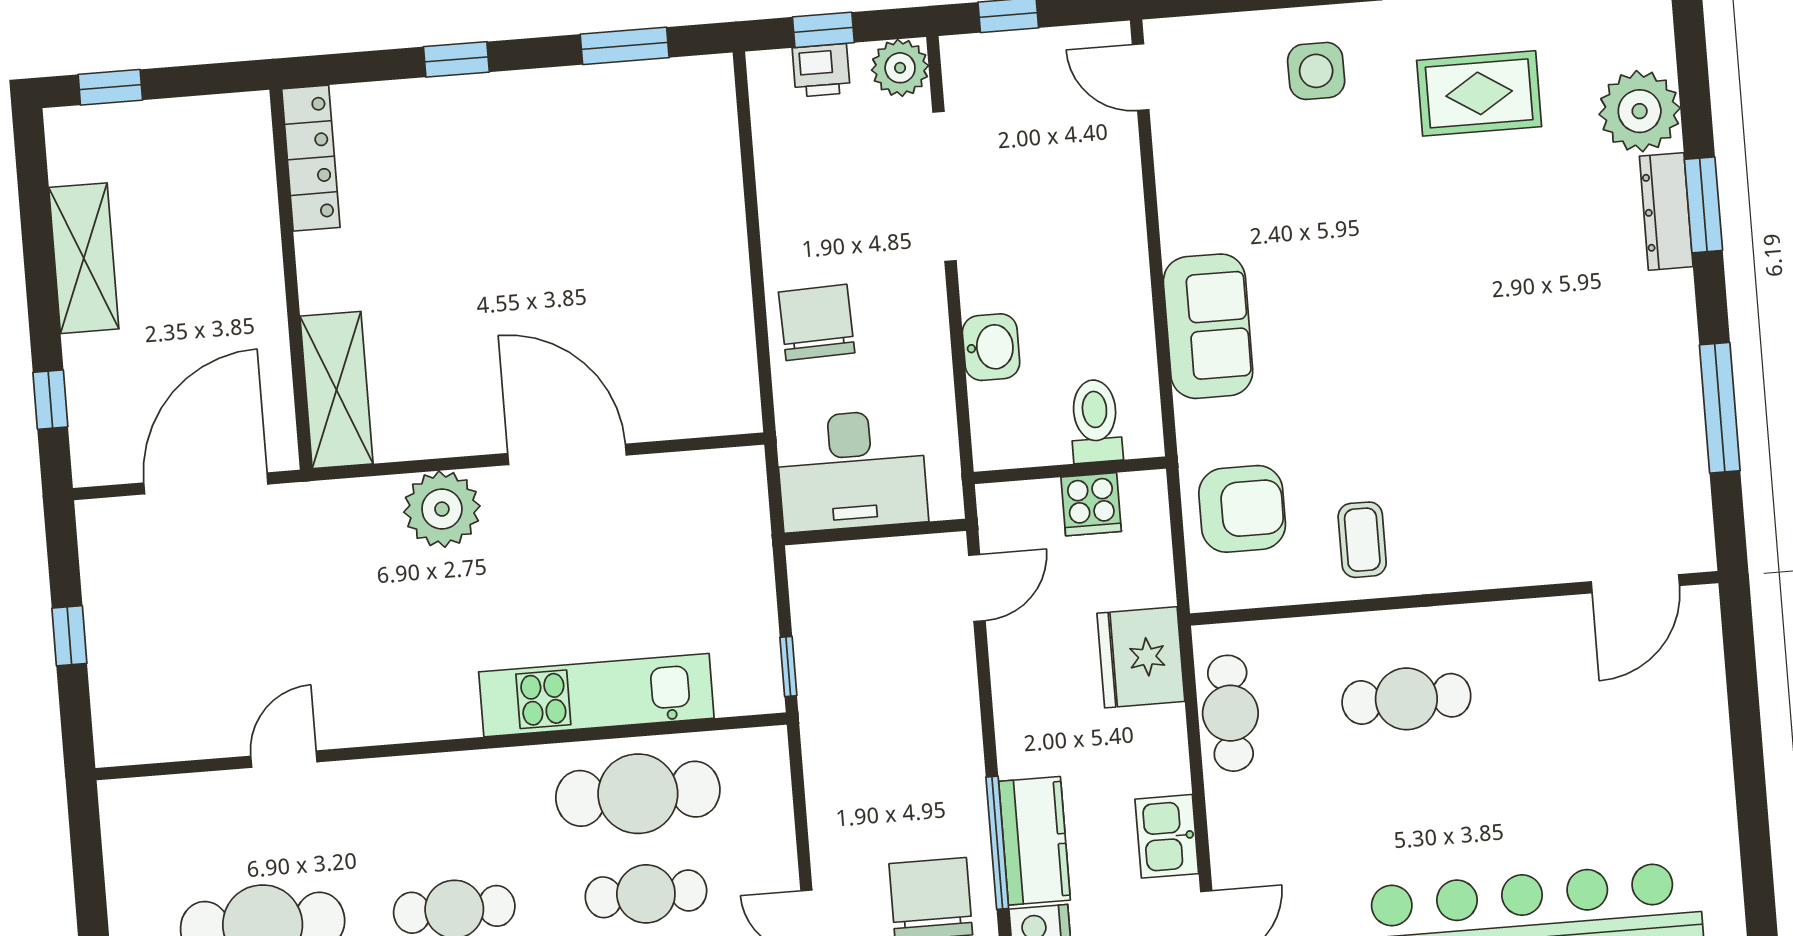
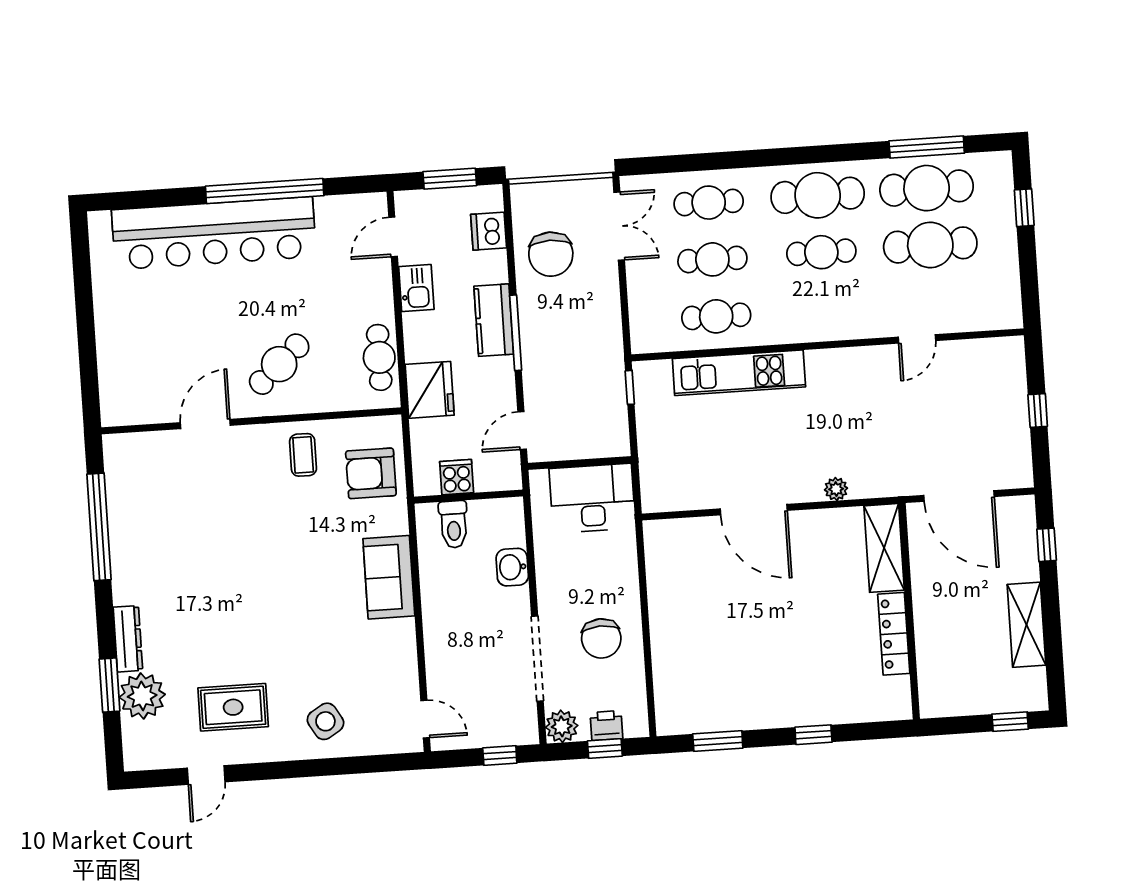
side table: (1316, 71) -> (325, 721), turned -31
locker: (311, 158) -> (894, 634), moved
window: (1703, 205) -> (109, 685), moved
chair: (817, 322) -> (601, 638), moved
window: (1720, 408) -> (99, 527), width x1.46
door: (206, 483) -> (959, 496), hinge flipped
plant: (442, 509) -> (836, 489), width x0.53, depth x0.53
door: (1635, 584) -> (205, 424), moved
cafe table: (1406, 699) -> (279, 364), turned -42
cafe table: (638, 794) -> (716, 316), width x0.73, depth x0.74
kitchen counter: (1034, 841) -> (494, 320), moved
window: (997, 843) -> (516, 333), moved

